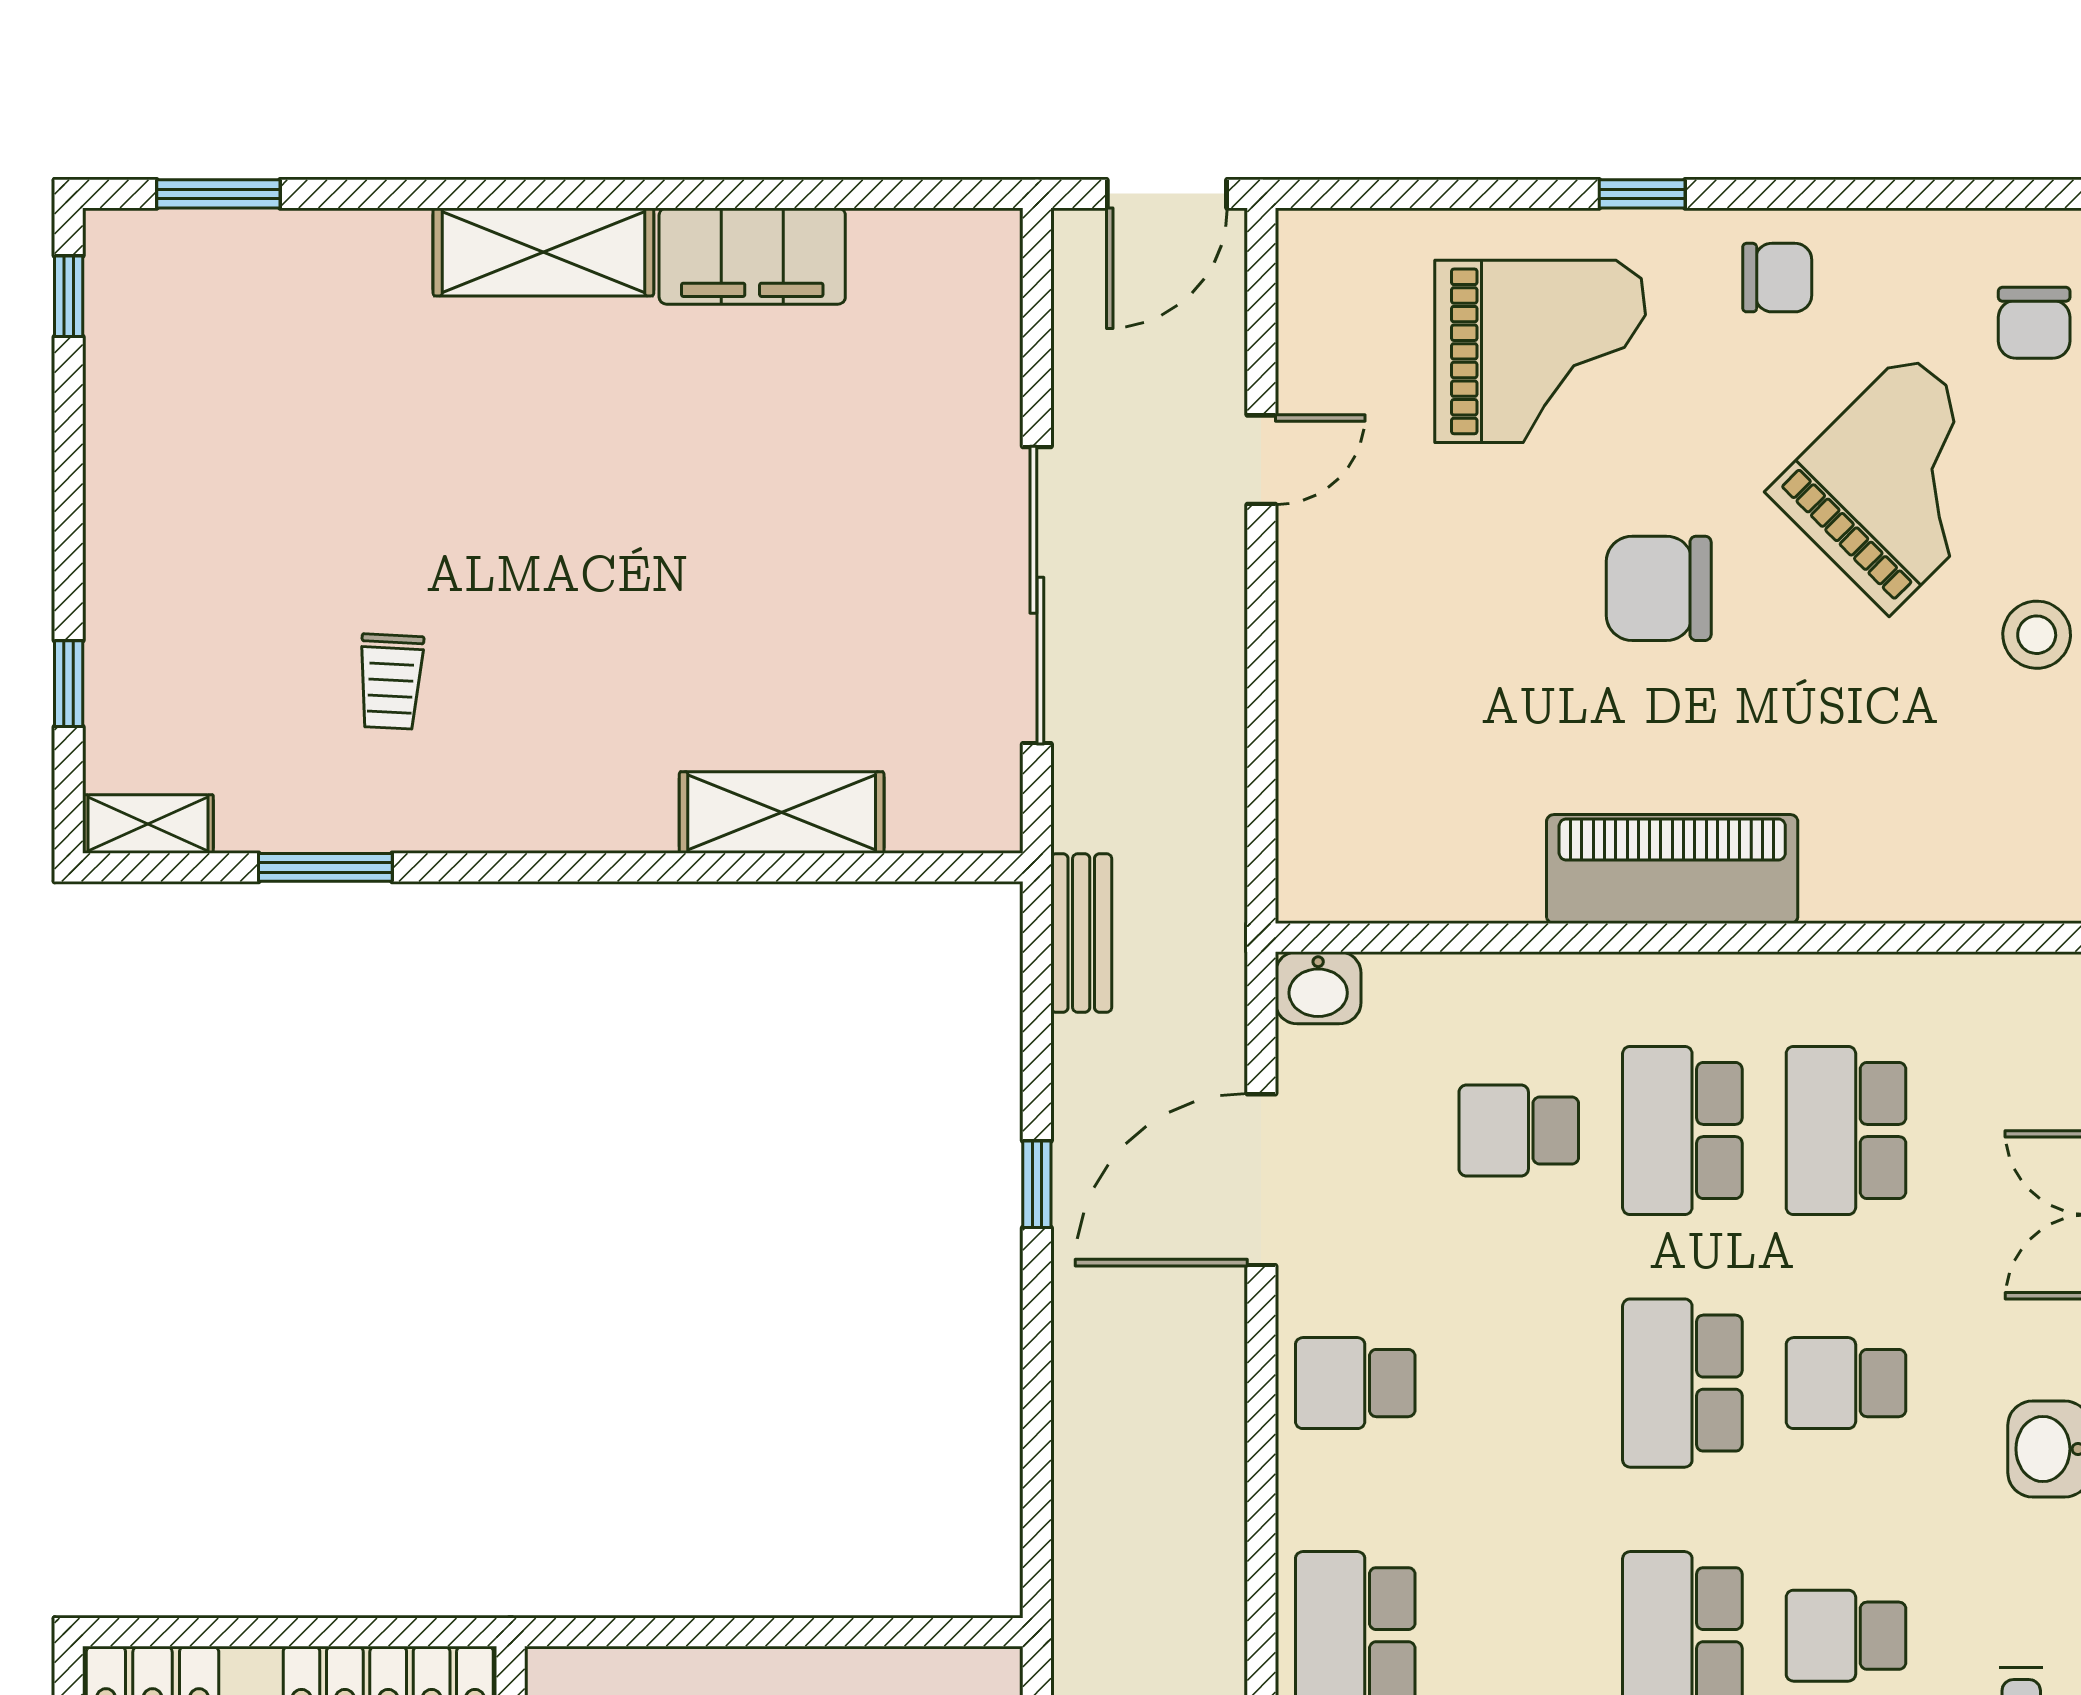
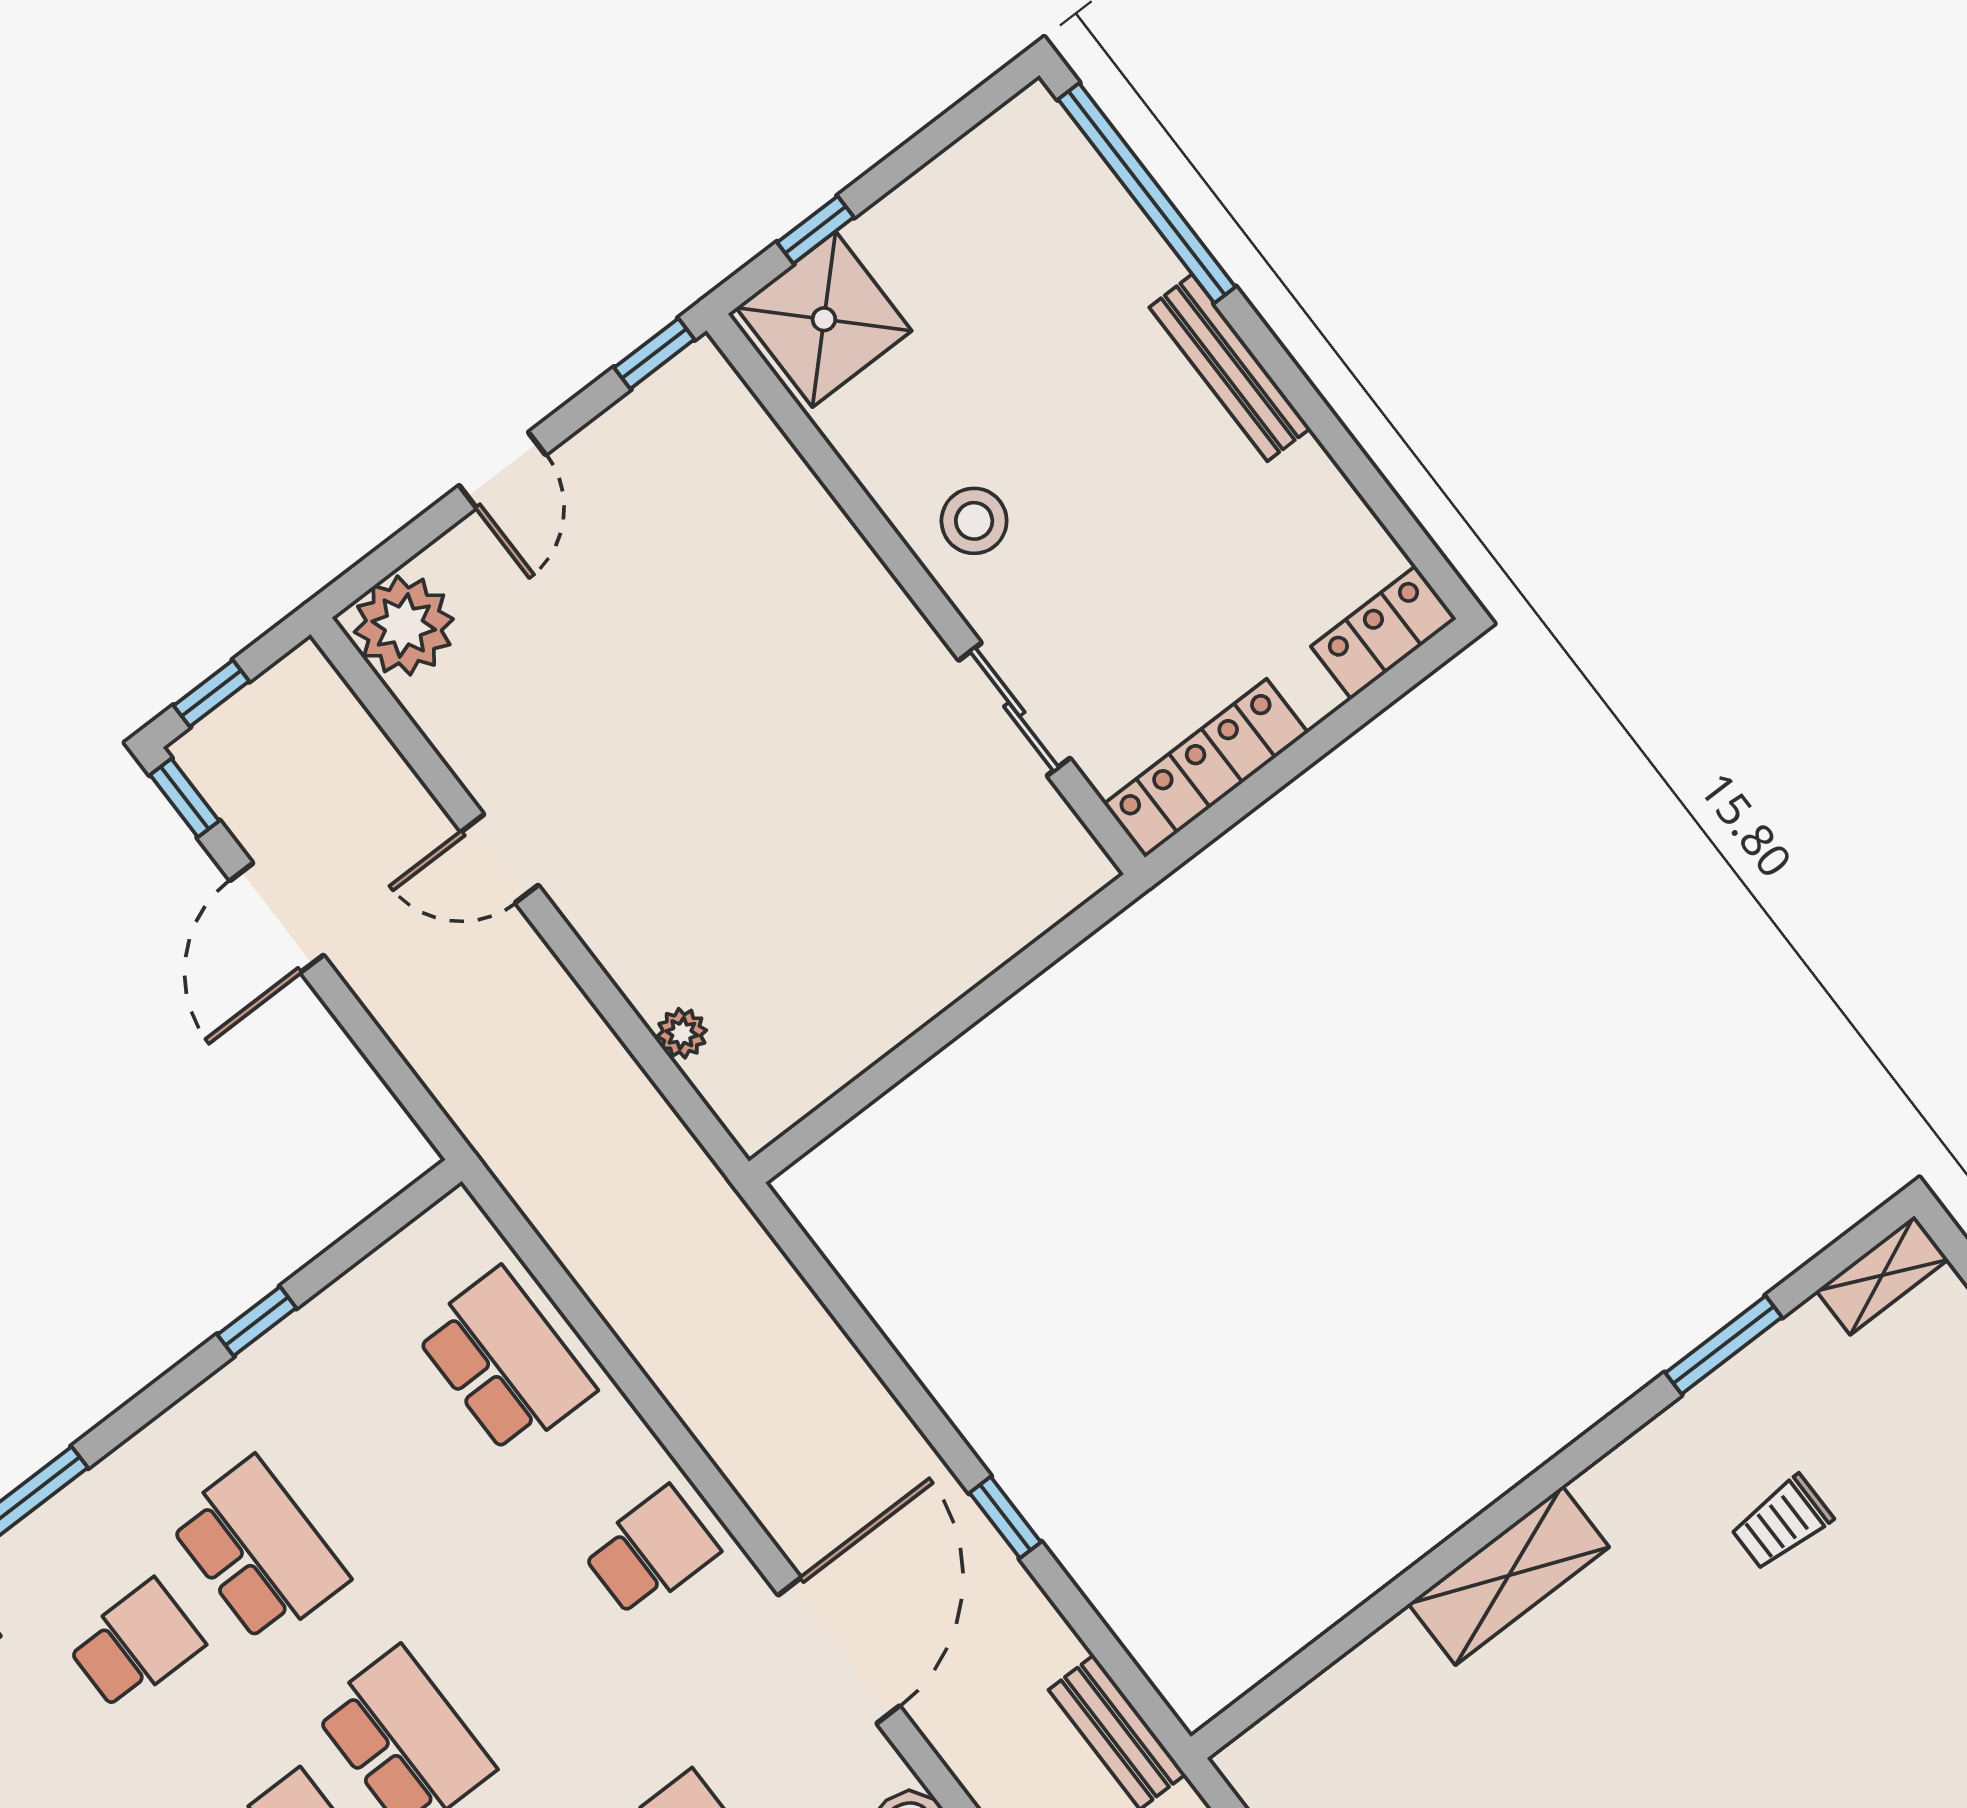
trolley: (391, 682) -> (1782, 1523), turned -93
shelving: (782, 812) -> (1509, 1575), moved

